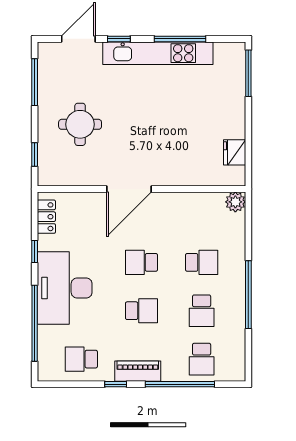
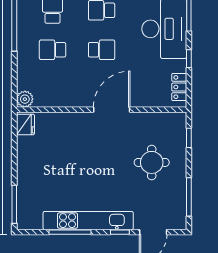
fridge: (235, 152) -> (26, 124), moved

